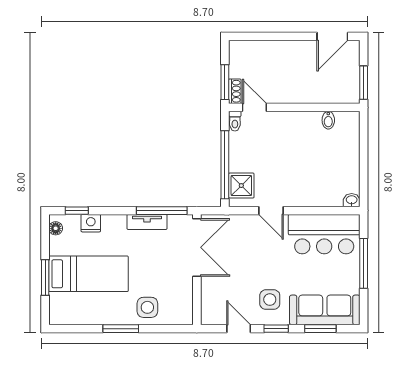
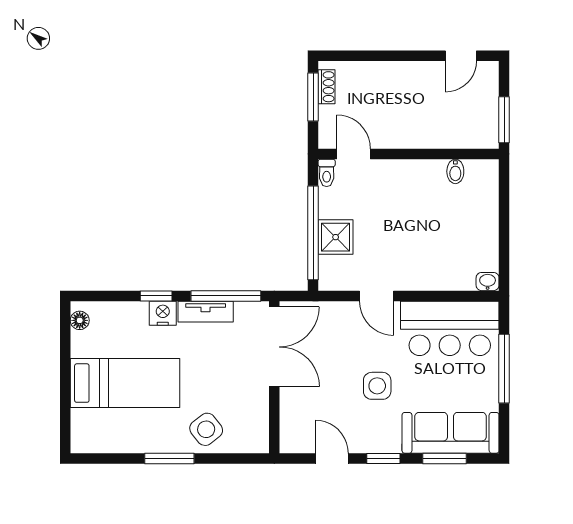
door: (332, 36) -> (461, 56), width x0.73
window: (225, 82) -> (313, 97), moved
shoe rack: (235, 91) -> (327, 87), moved
shower: (241, 186) -> (336, 237), moved
window: (77, 211) -> (156, 296), moved
nightstand: (91, 223) -> (163, 313), moved
window: (45, 277) -> (65, 388), removed
side table: (270, 300) -> (377, 386), moved
side table: (147, 307) -> (206, 429), turned -38

